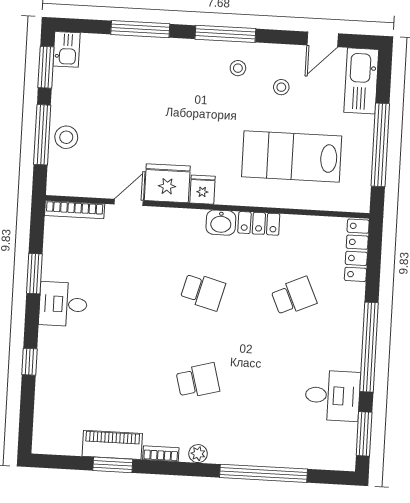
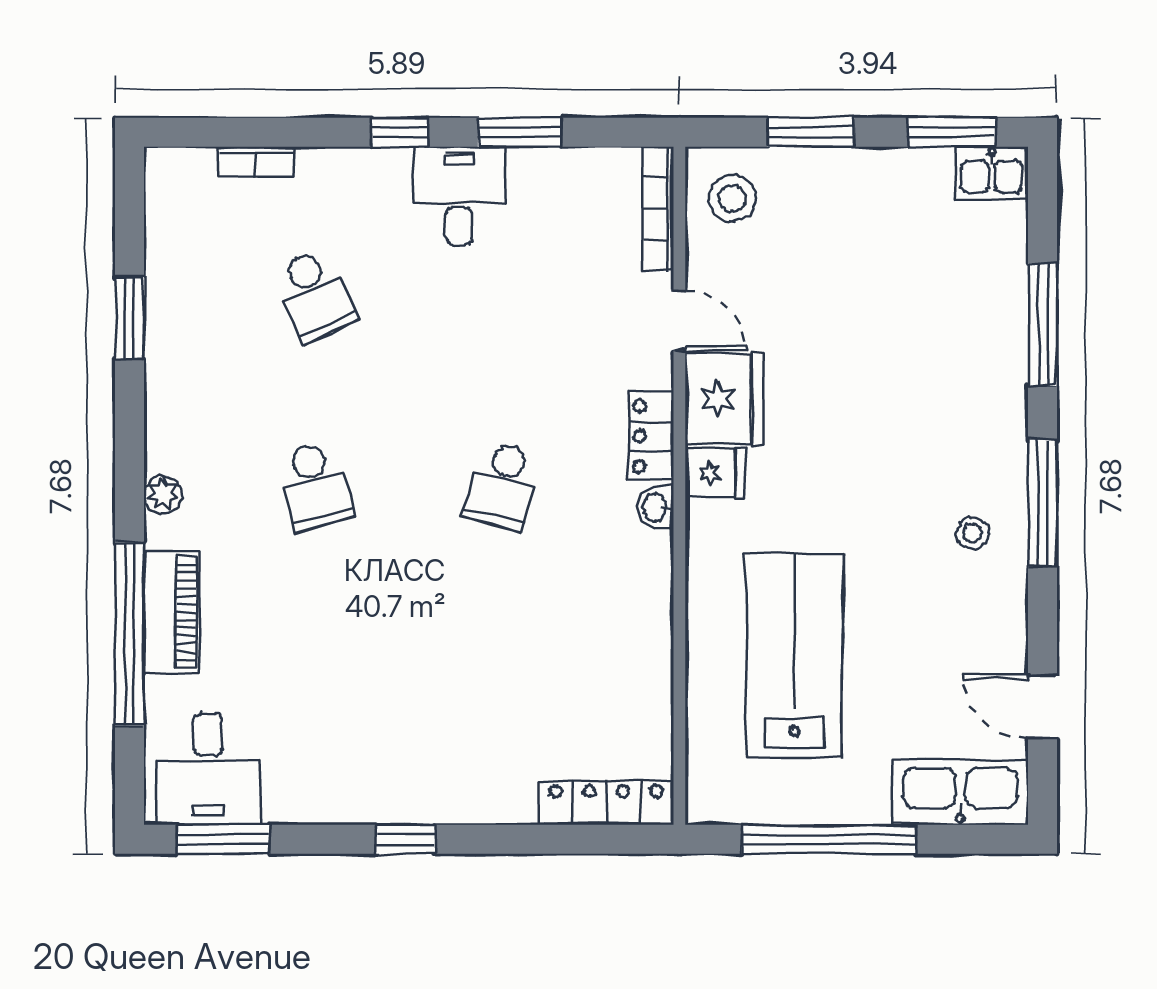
stool: (281, 87) -> (938, 626), removed
window: (42, 135) -> (811, 132), width x0.69
stool: (66, 137) -> (732, 198), moved
washbasin: (221, 223) -> (656, 507), width x0.72, depth x0.69
locker: (259, 223) -> (651, 436), moved
school desk: (294, 296) -> (315, 295), moved
window: (369, 347) -> (405, 839), width x0.32
window: (30, 362) -> (400, 132), moved
desk: (333, 396) -> (208, 769), moved
piano: (112, 445) -> (171, 612), moved
bookcase: (161, 454) -> (256, 161), moved, turned 90

